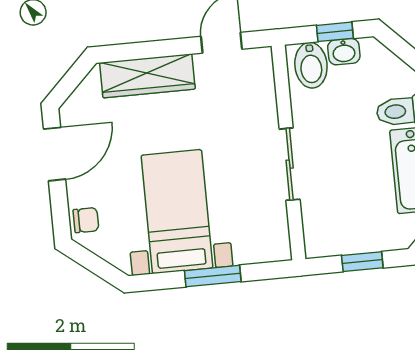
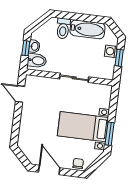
wardrobe: (147, 76) -> (26, 126), removed
washing machine: (373, 238) -> (111, 51), added
window: (213, 276) -> (110, 134), moved

